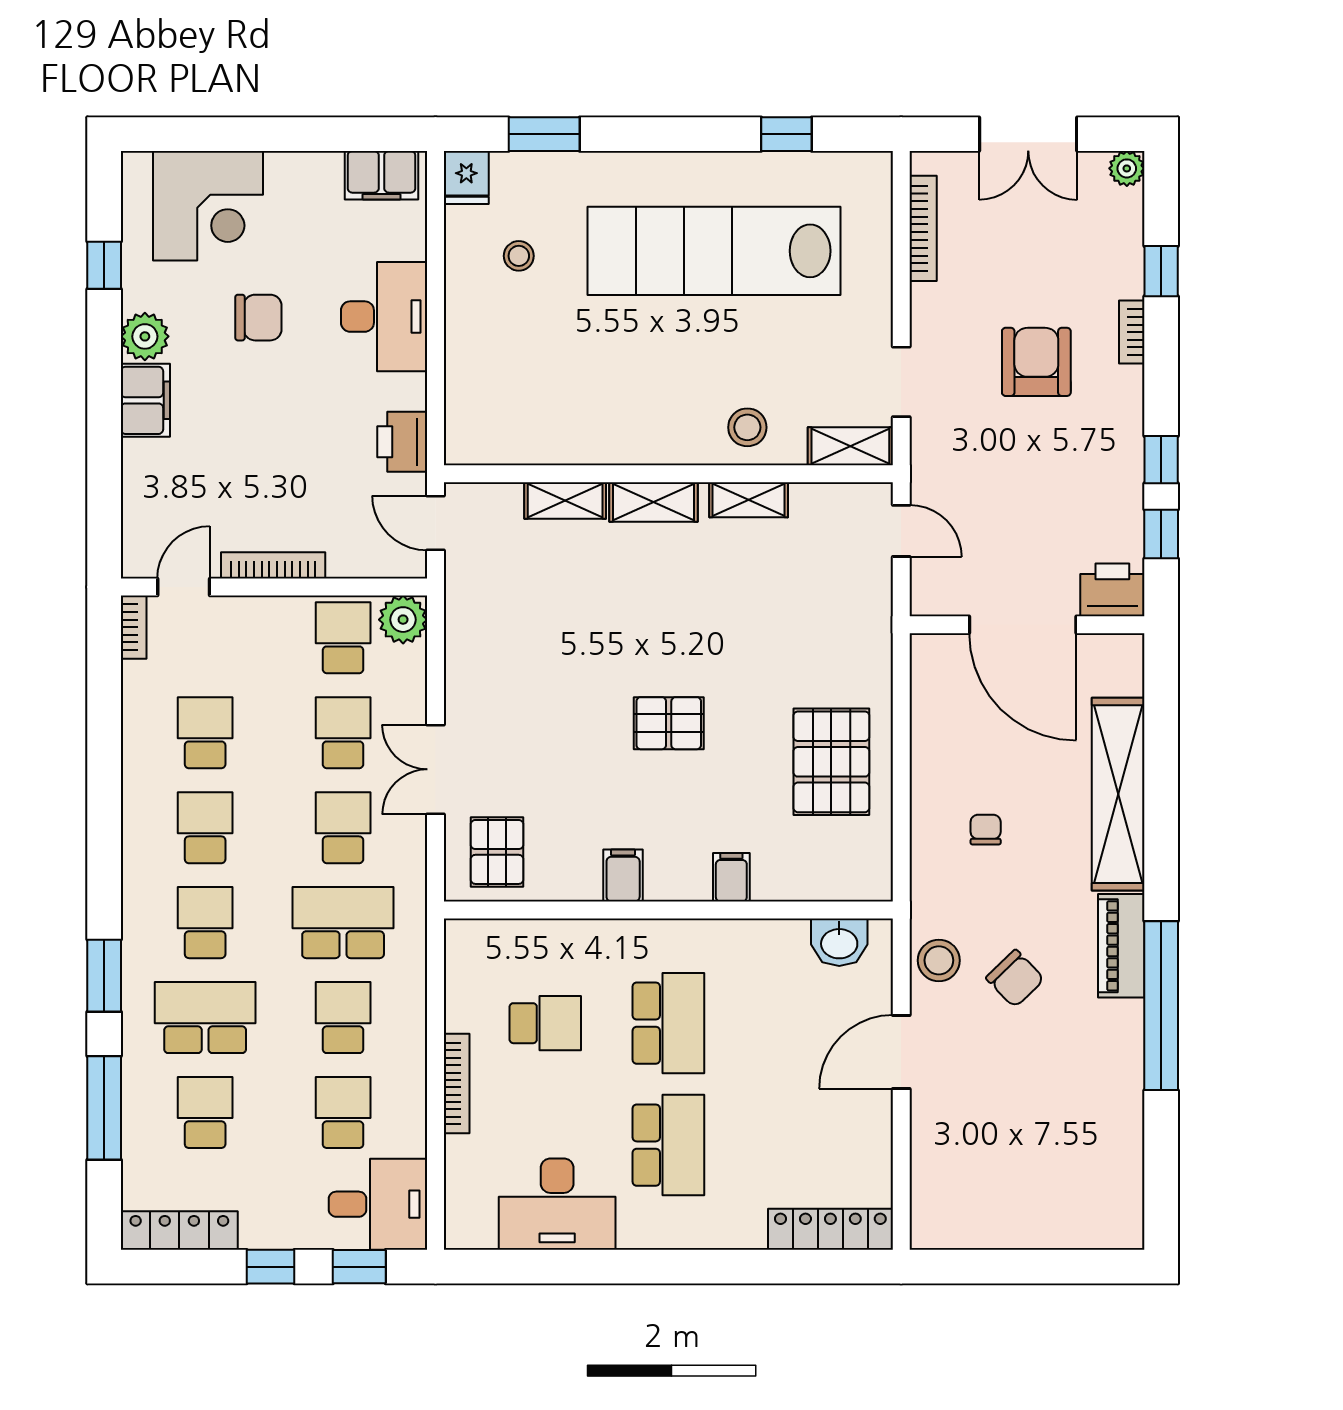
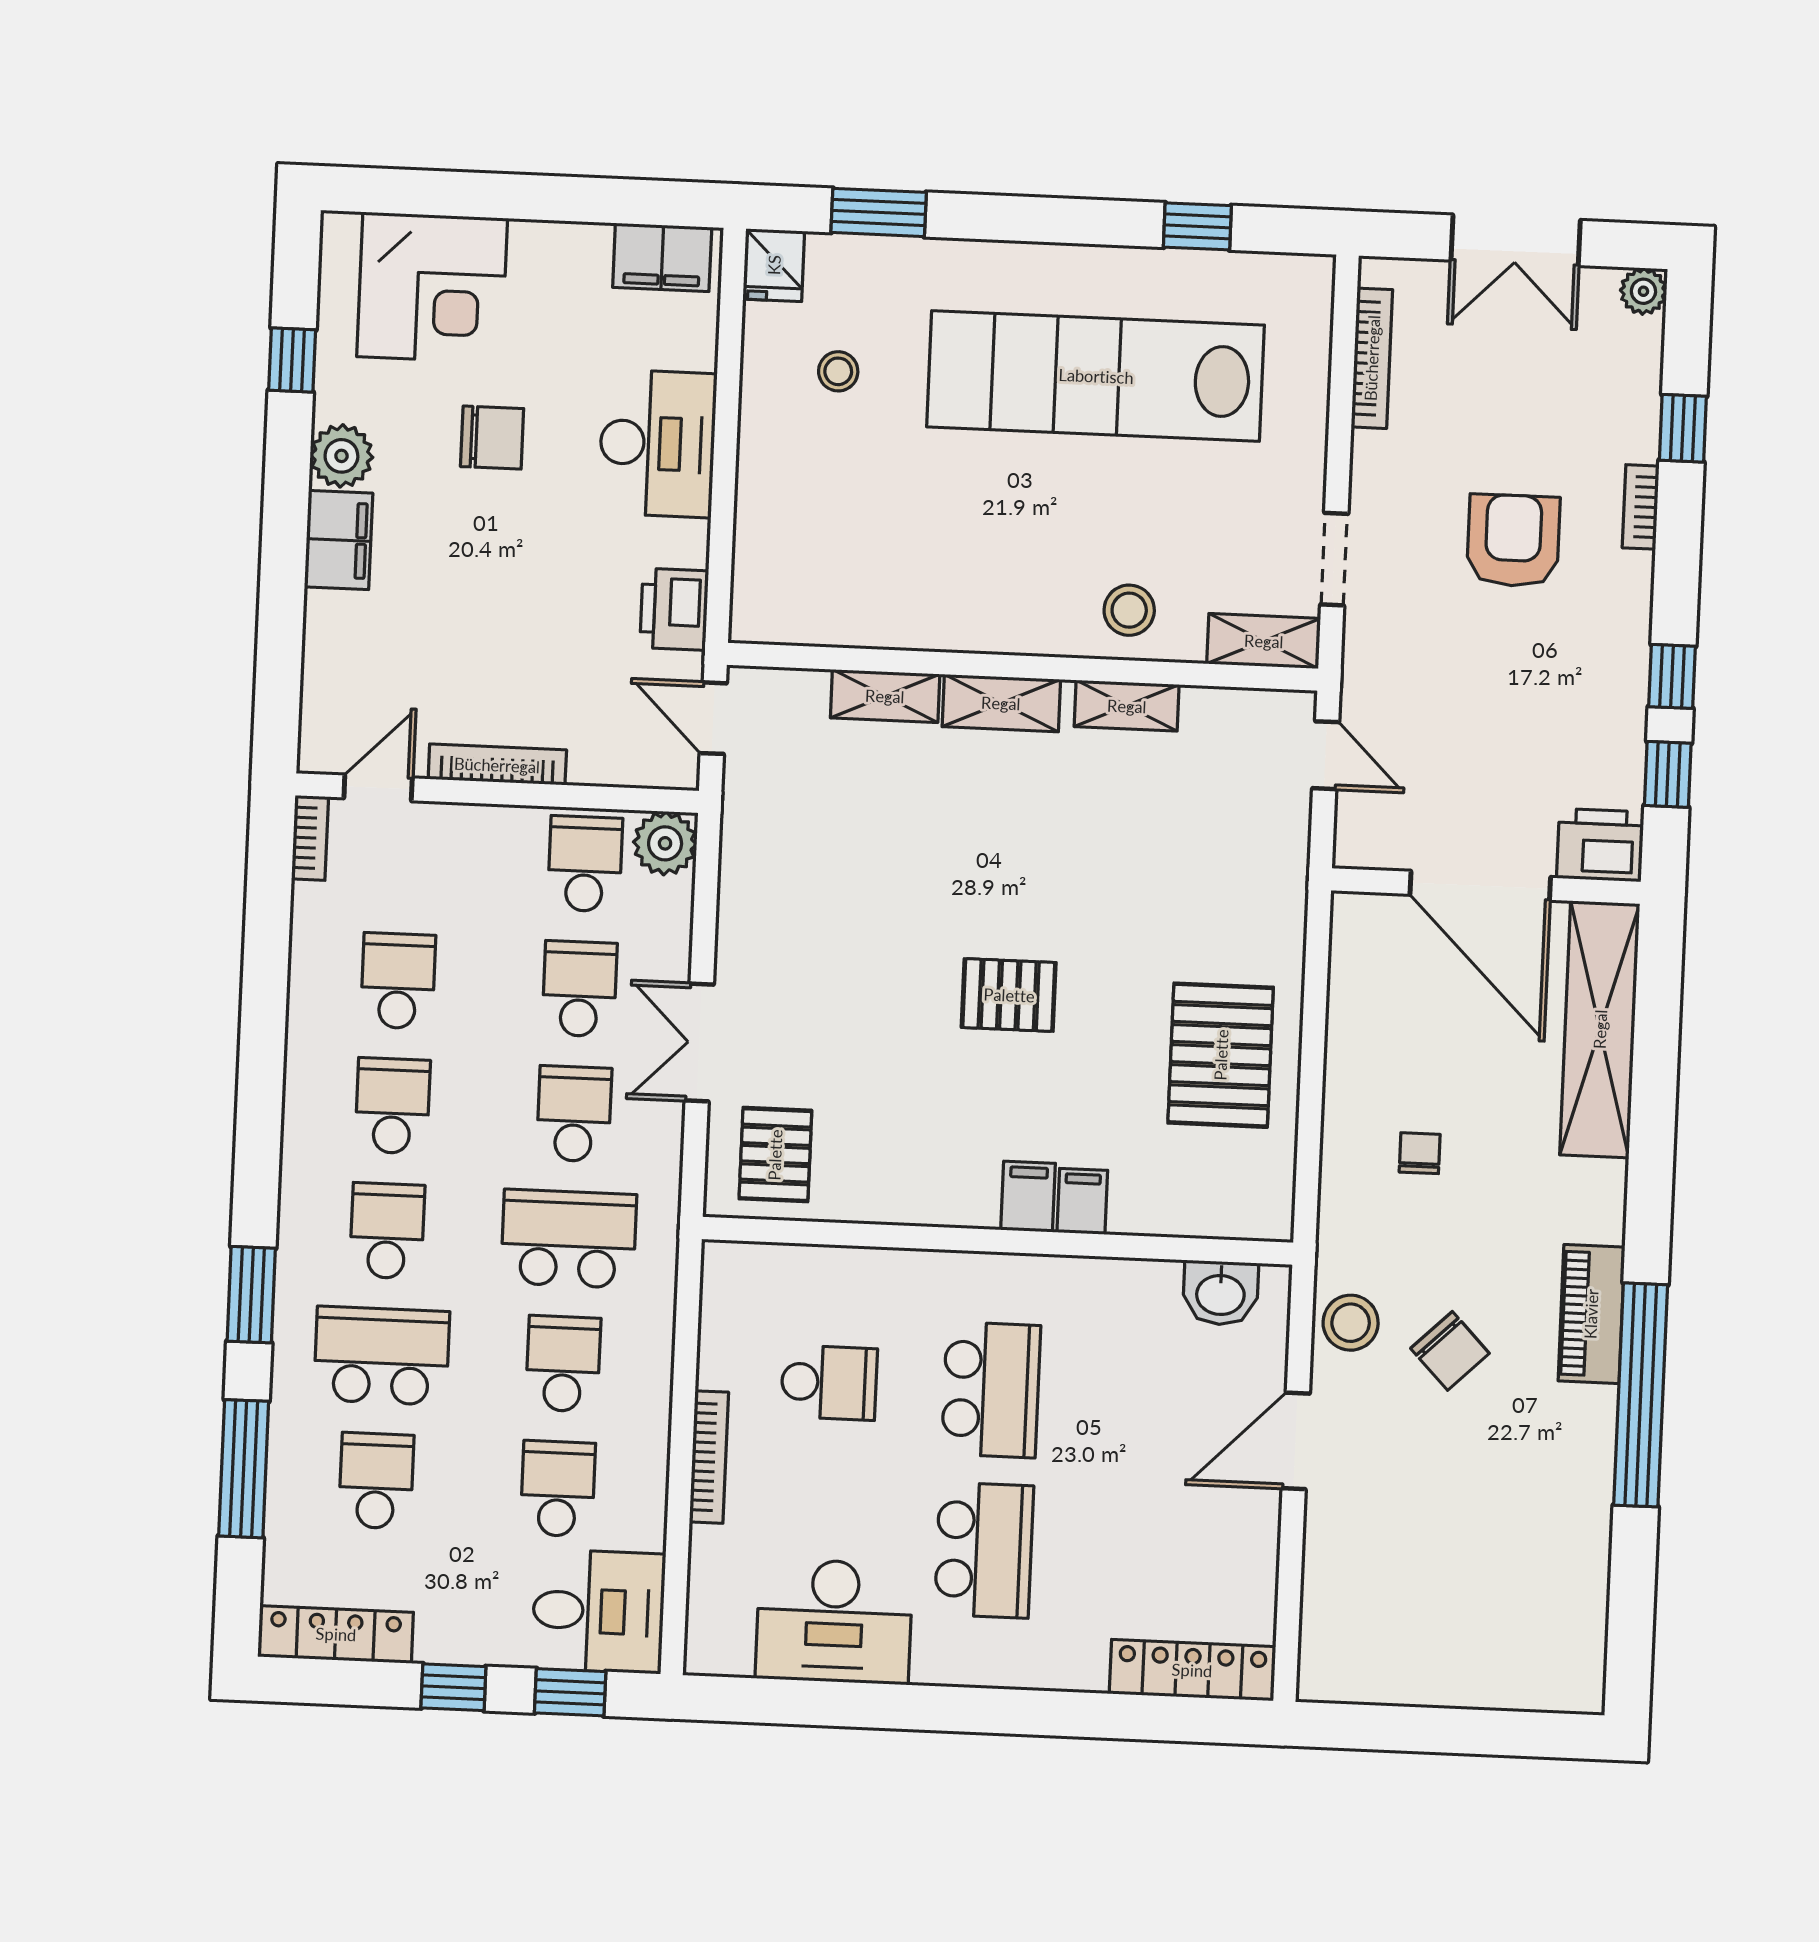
shelving: (1118, 794) -> (1600, 1029), moved
filing cabinet: (623, 875) -> (1028, 1197), moved

